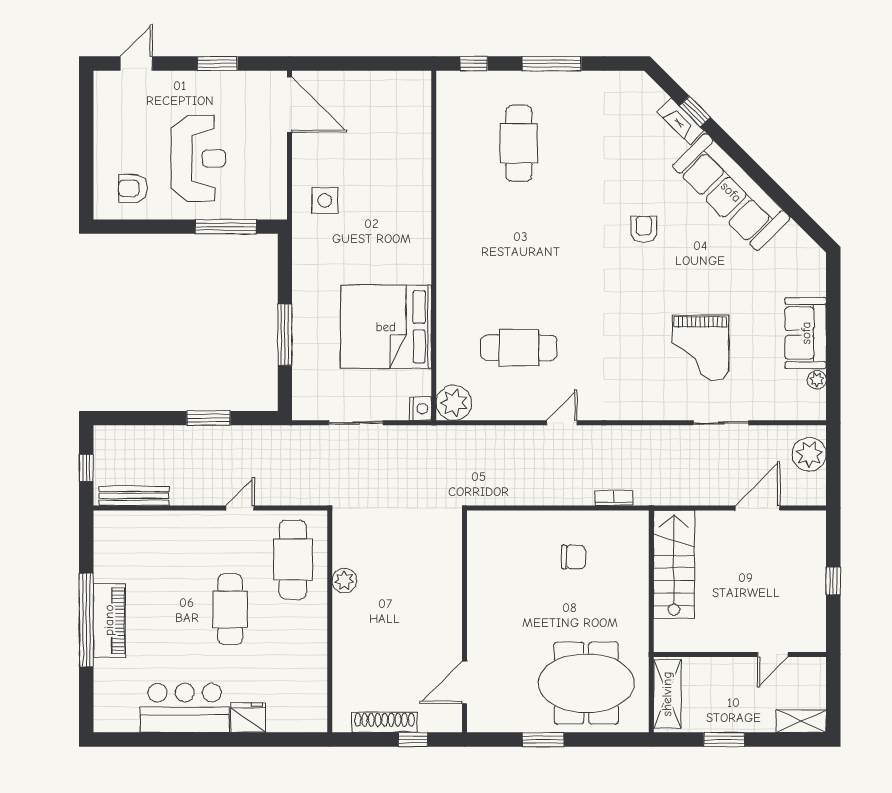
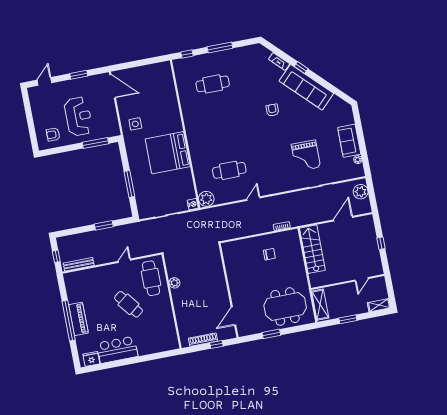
window: (695, 111) -> (301, 68), moved
cafe table: (519, 143) -> (213, 84), turned 90
bed: (386, 327) -> (168, 153), moved
cafe table: (230, 609) -> (129, 304), turned -38
fridge: (248, 718) -> (91, 359), moved

